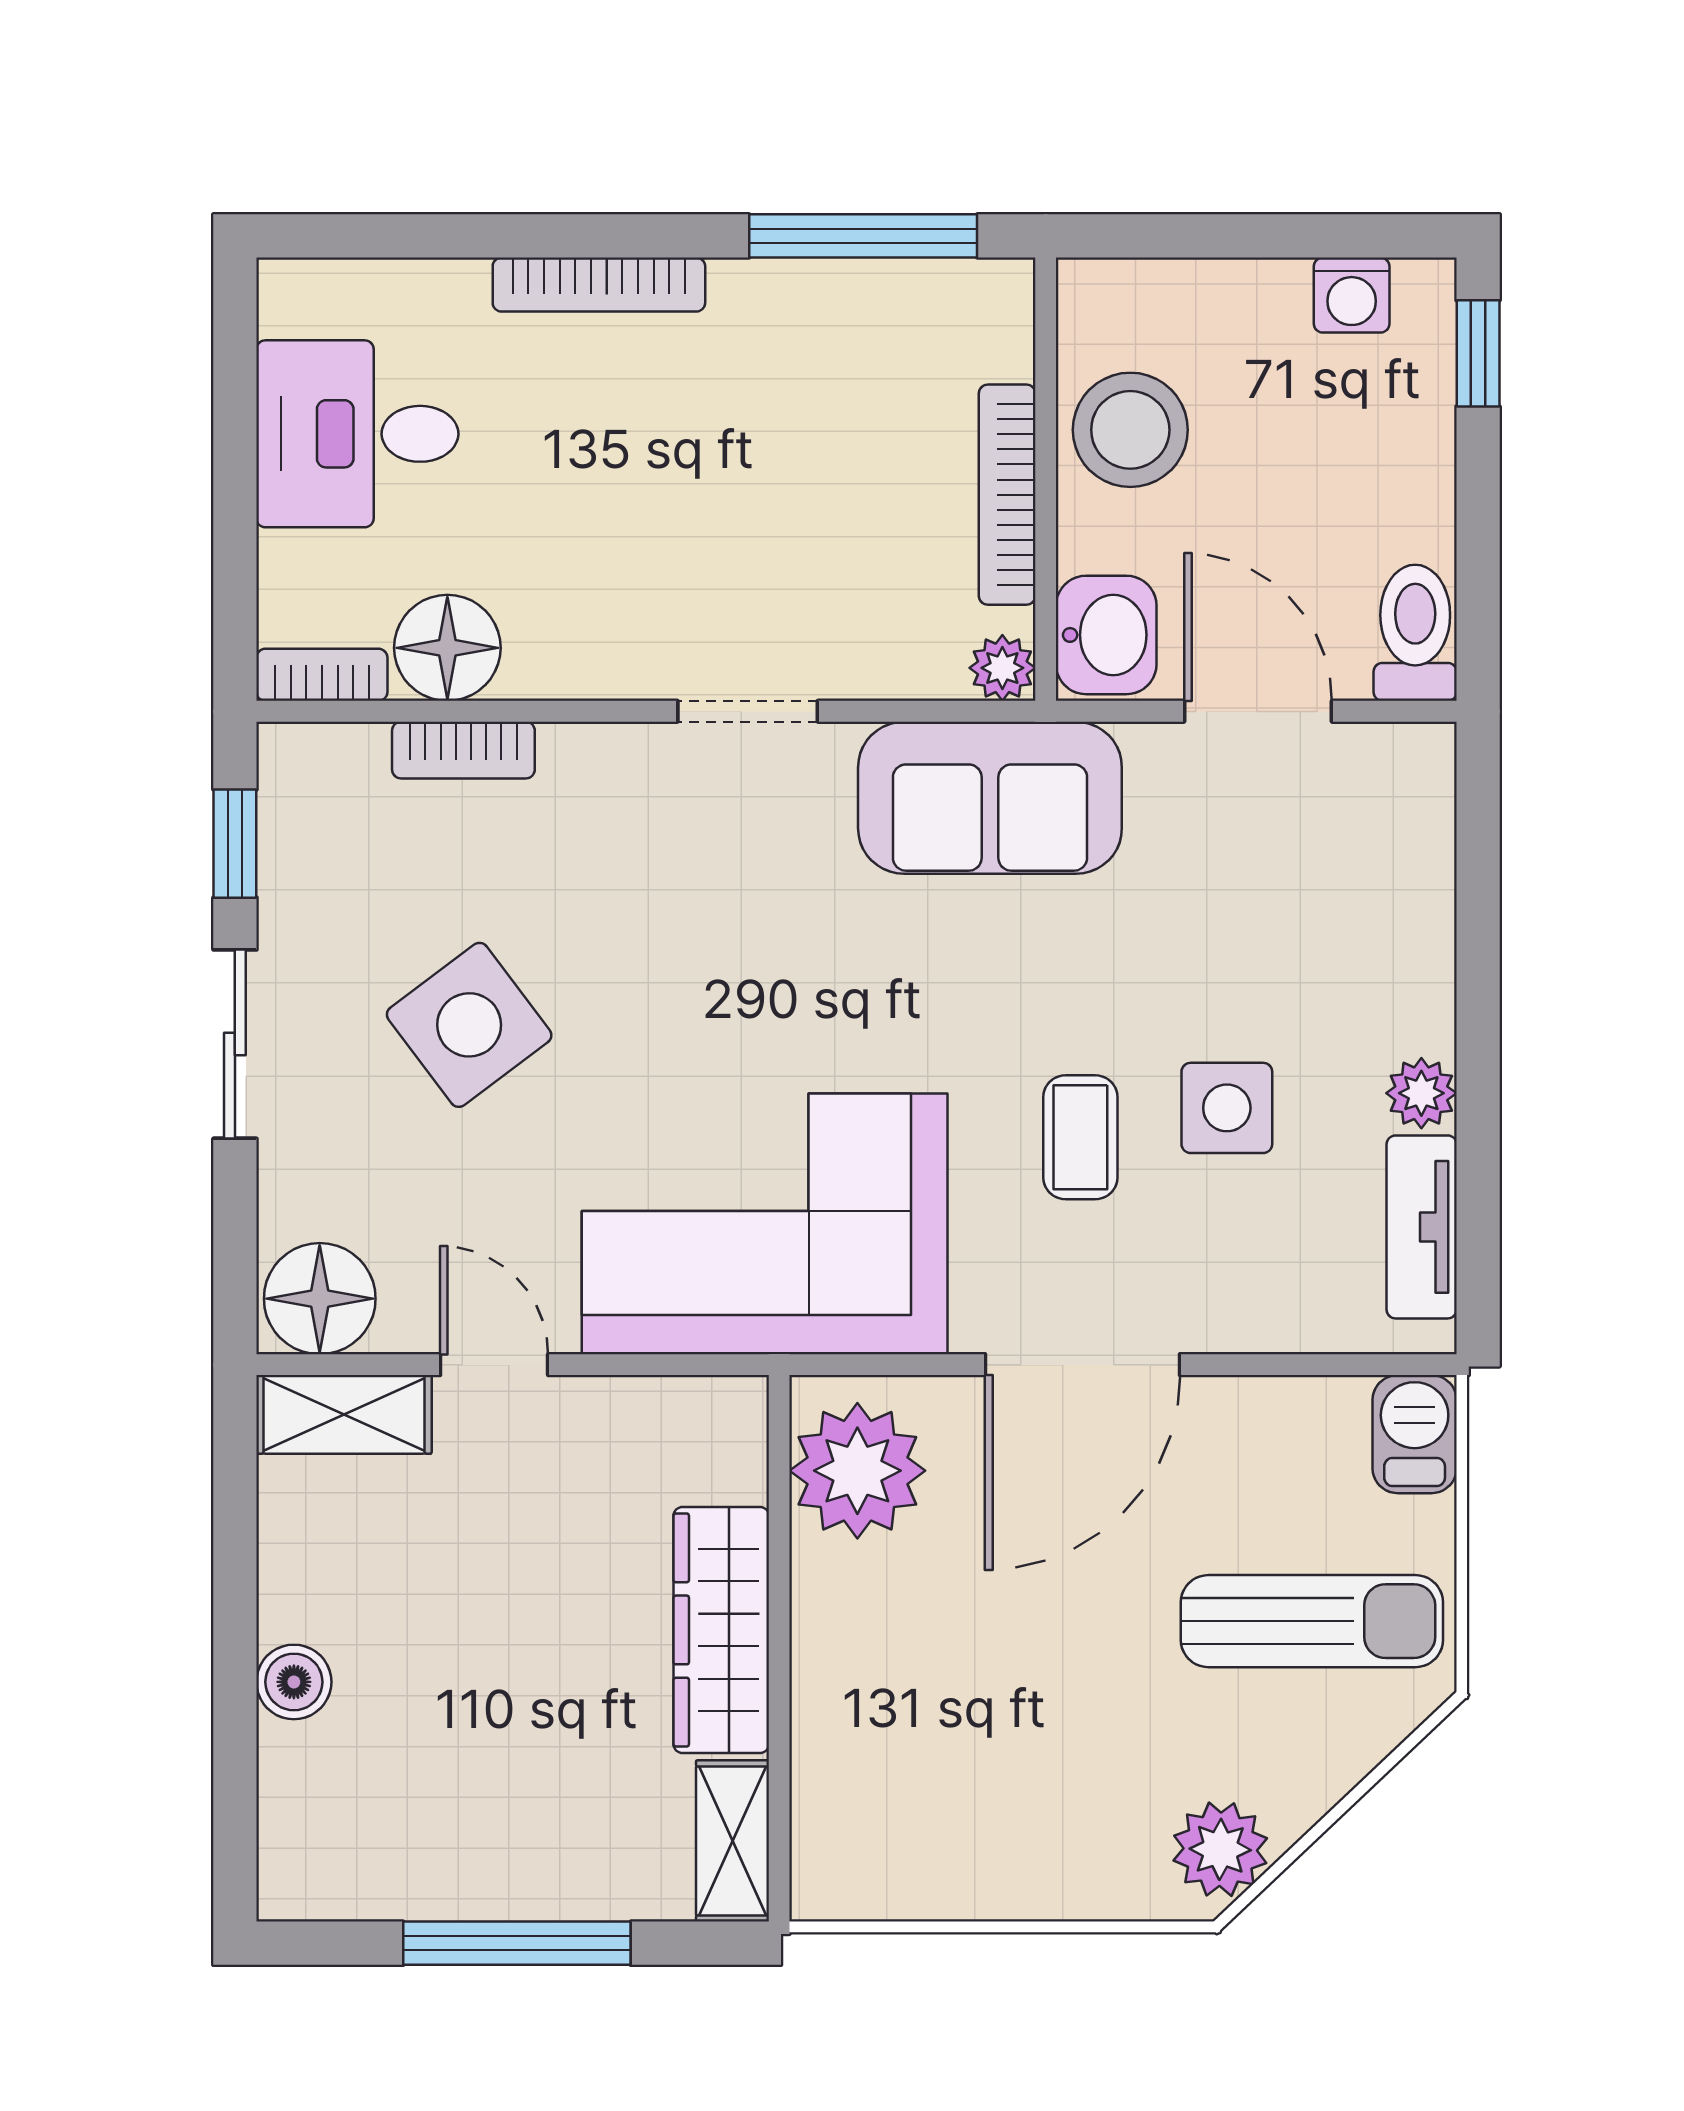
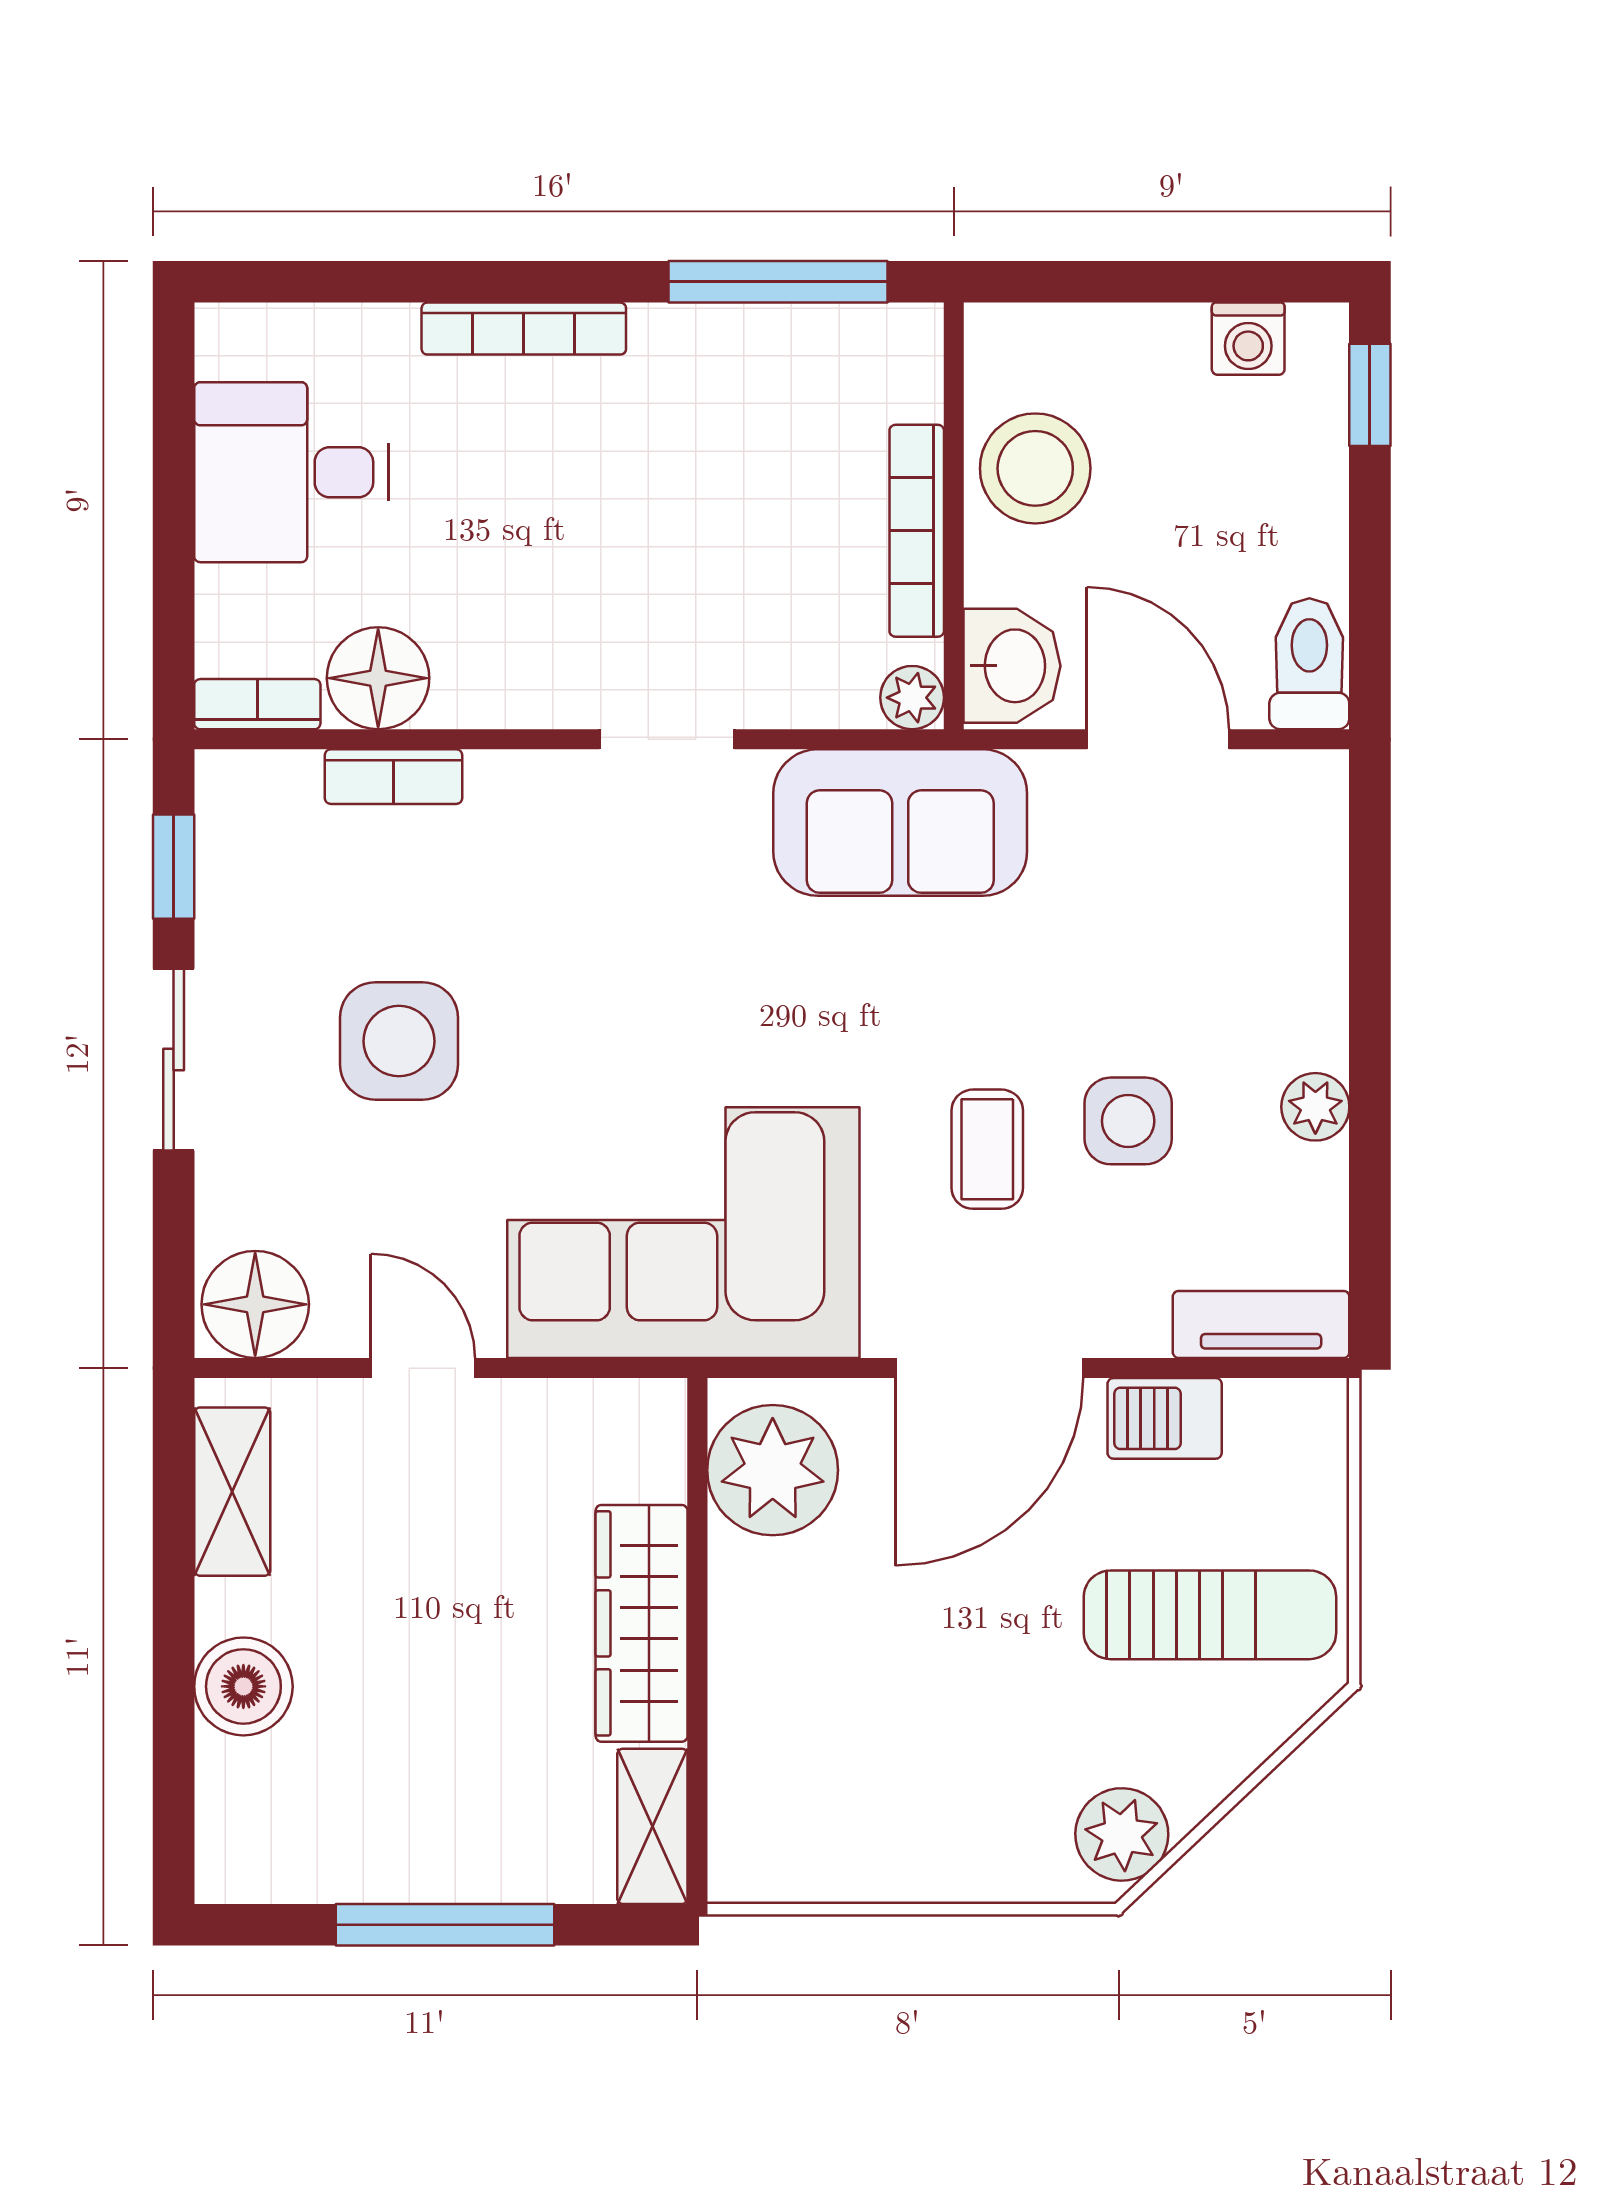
side table: (469, 1025) -> (399, 1041), turned 37
tv unit: (1422, 1227) -> (1261, 1324), moved, turned 90
shelving: (344, 1414) -> (232, 1492), moved, turned 90
barbecue: (1415, 1434) -> (1165, 1418), moved, turned -90
boiler: (294, 1682) -> (243, 1686), width x1.36, depth x1.36

